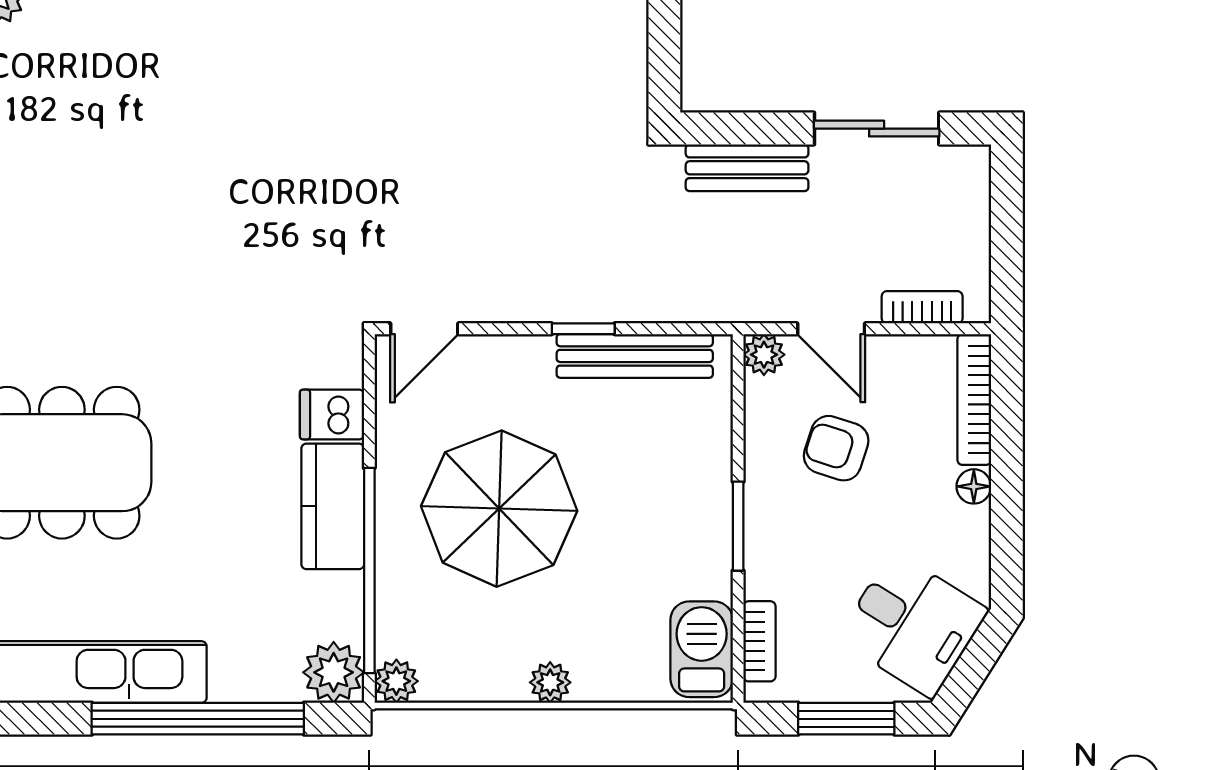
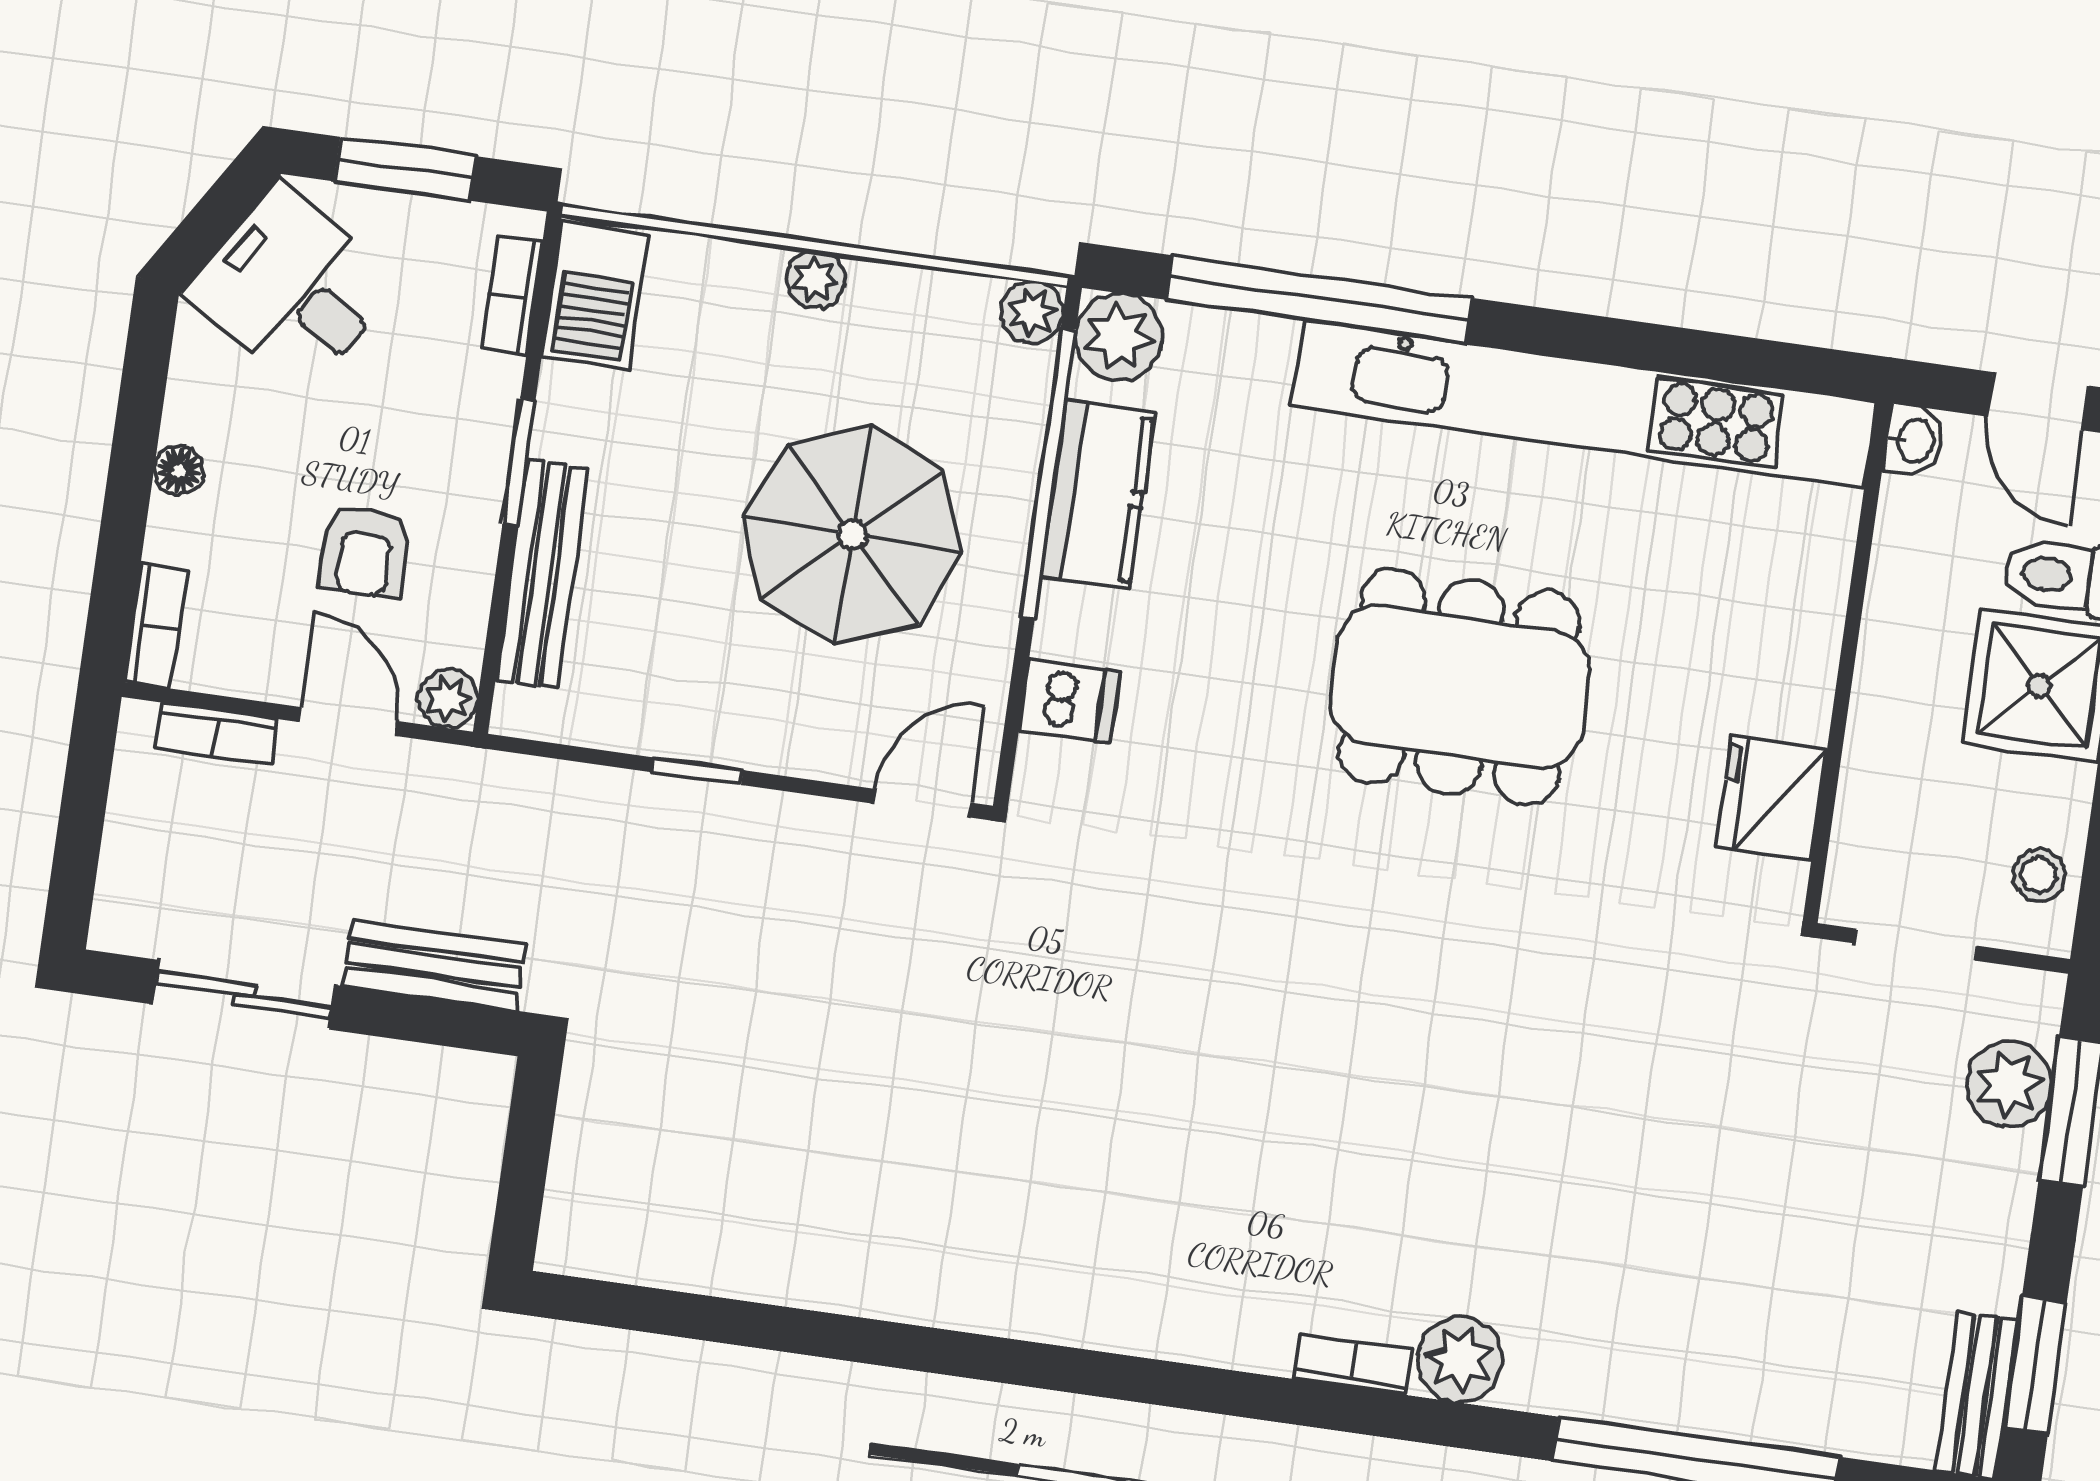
bench: (635, 356) -> (542, 574), moved, turned 90
bookcase: (974, 400) -> (156, 626), width x0.64
armchair: (836, 448) -> (365, 552), turned 72
kitchen counter: (333, 506) -> (1098, 494), moved

